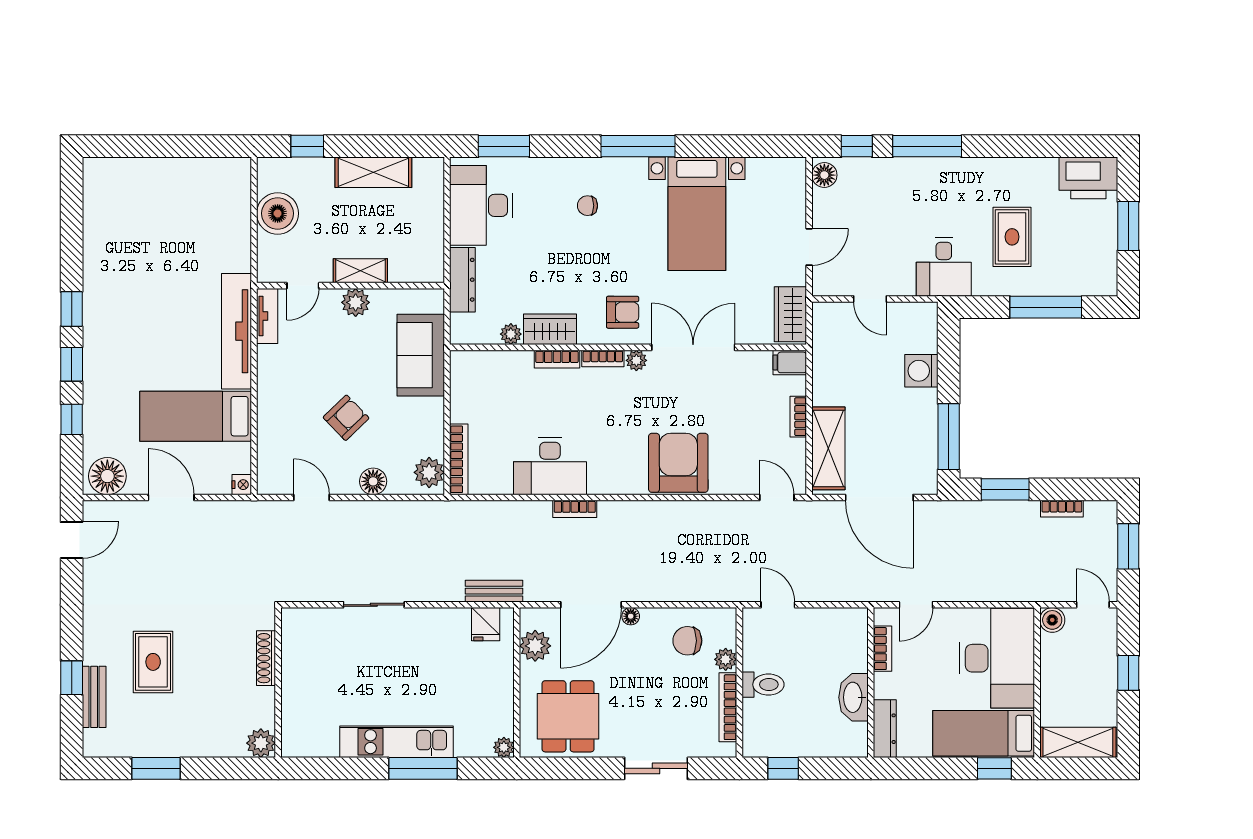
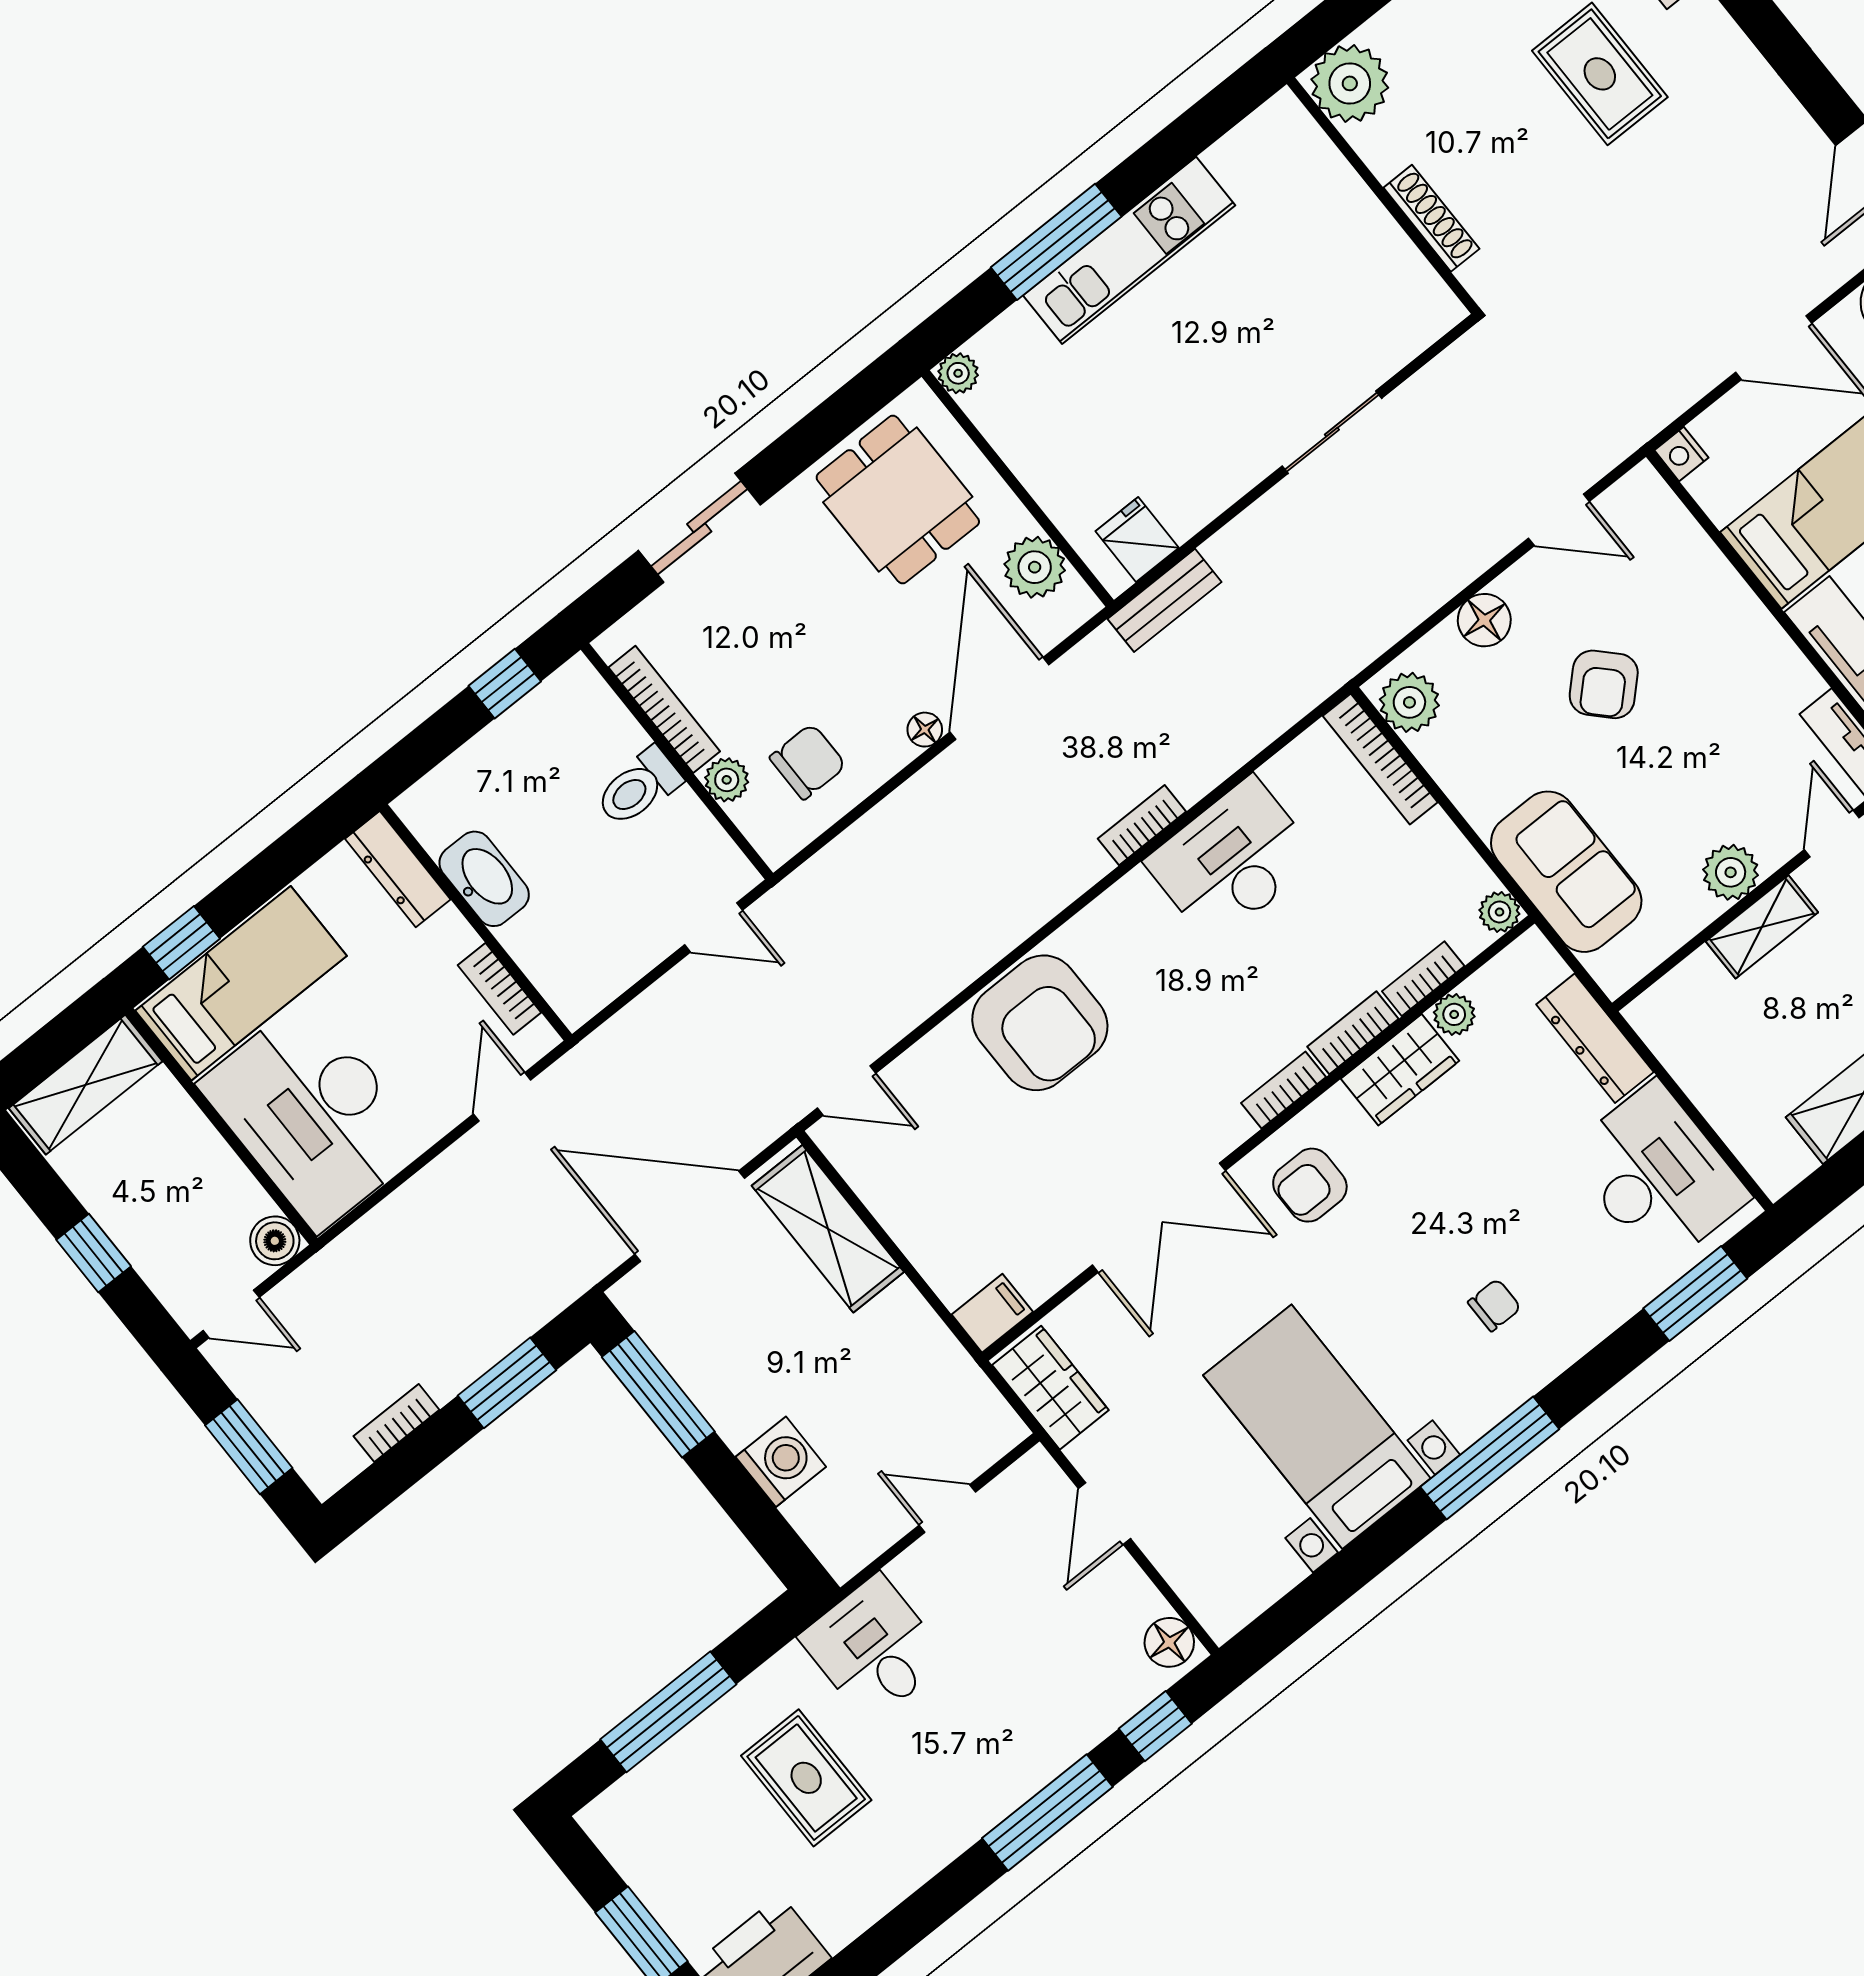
plant: (636, 360) -> (1499, 912), moved
bookcase: (798, 417) -> (1423, 979), moved, turned -90
plant: (261, 743) -> (1350, 83), width x1.36, depth x1.36

